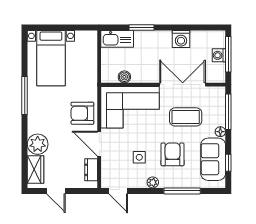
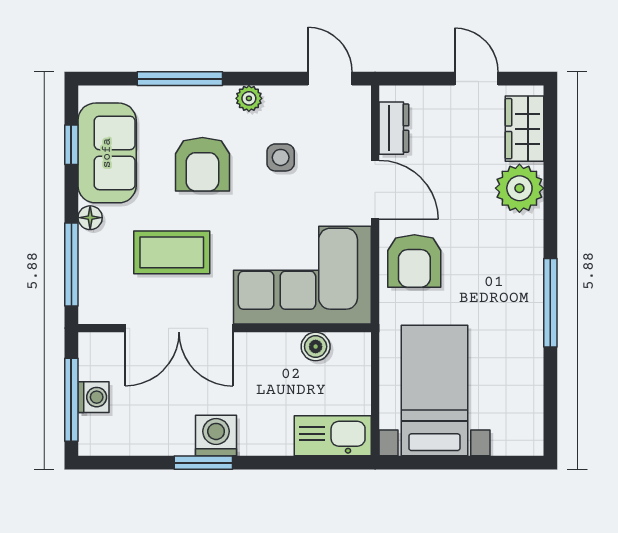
window: (142, 27) -> (203, 463), moved
washing machine: (181, 39) -> (216, 436), moved
bed with nightstands: (51, 58) -> (434, 390), moved
armchair: (82, 113) -> (414, 261), turned 90

